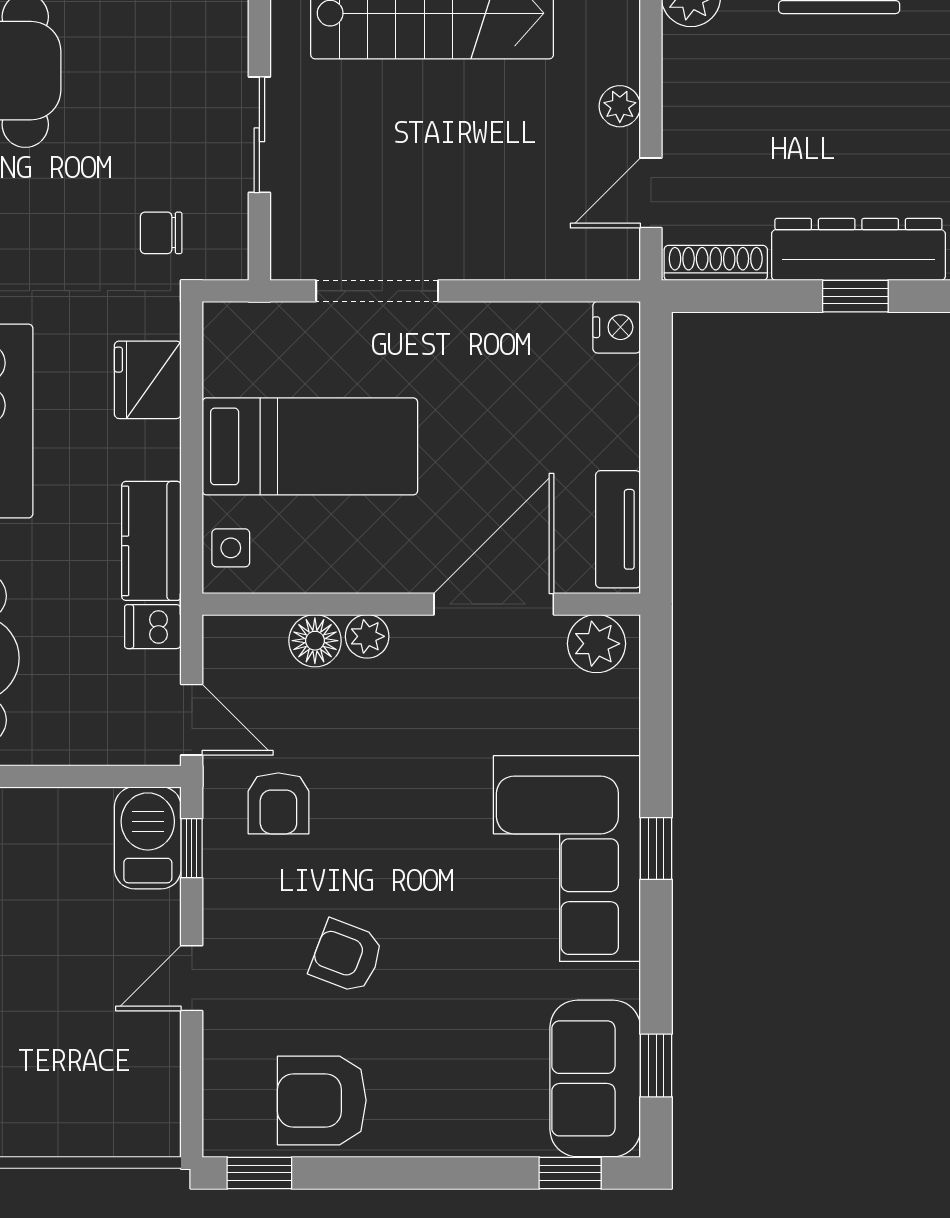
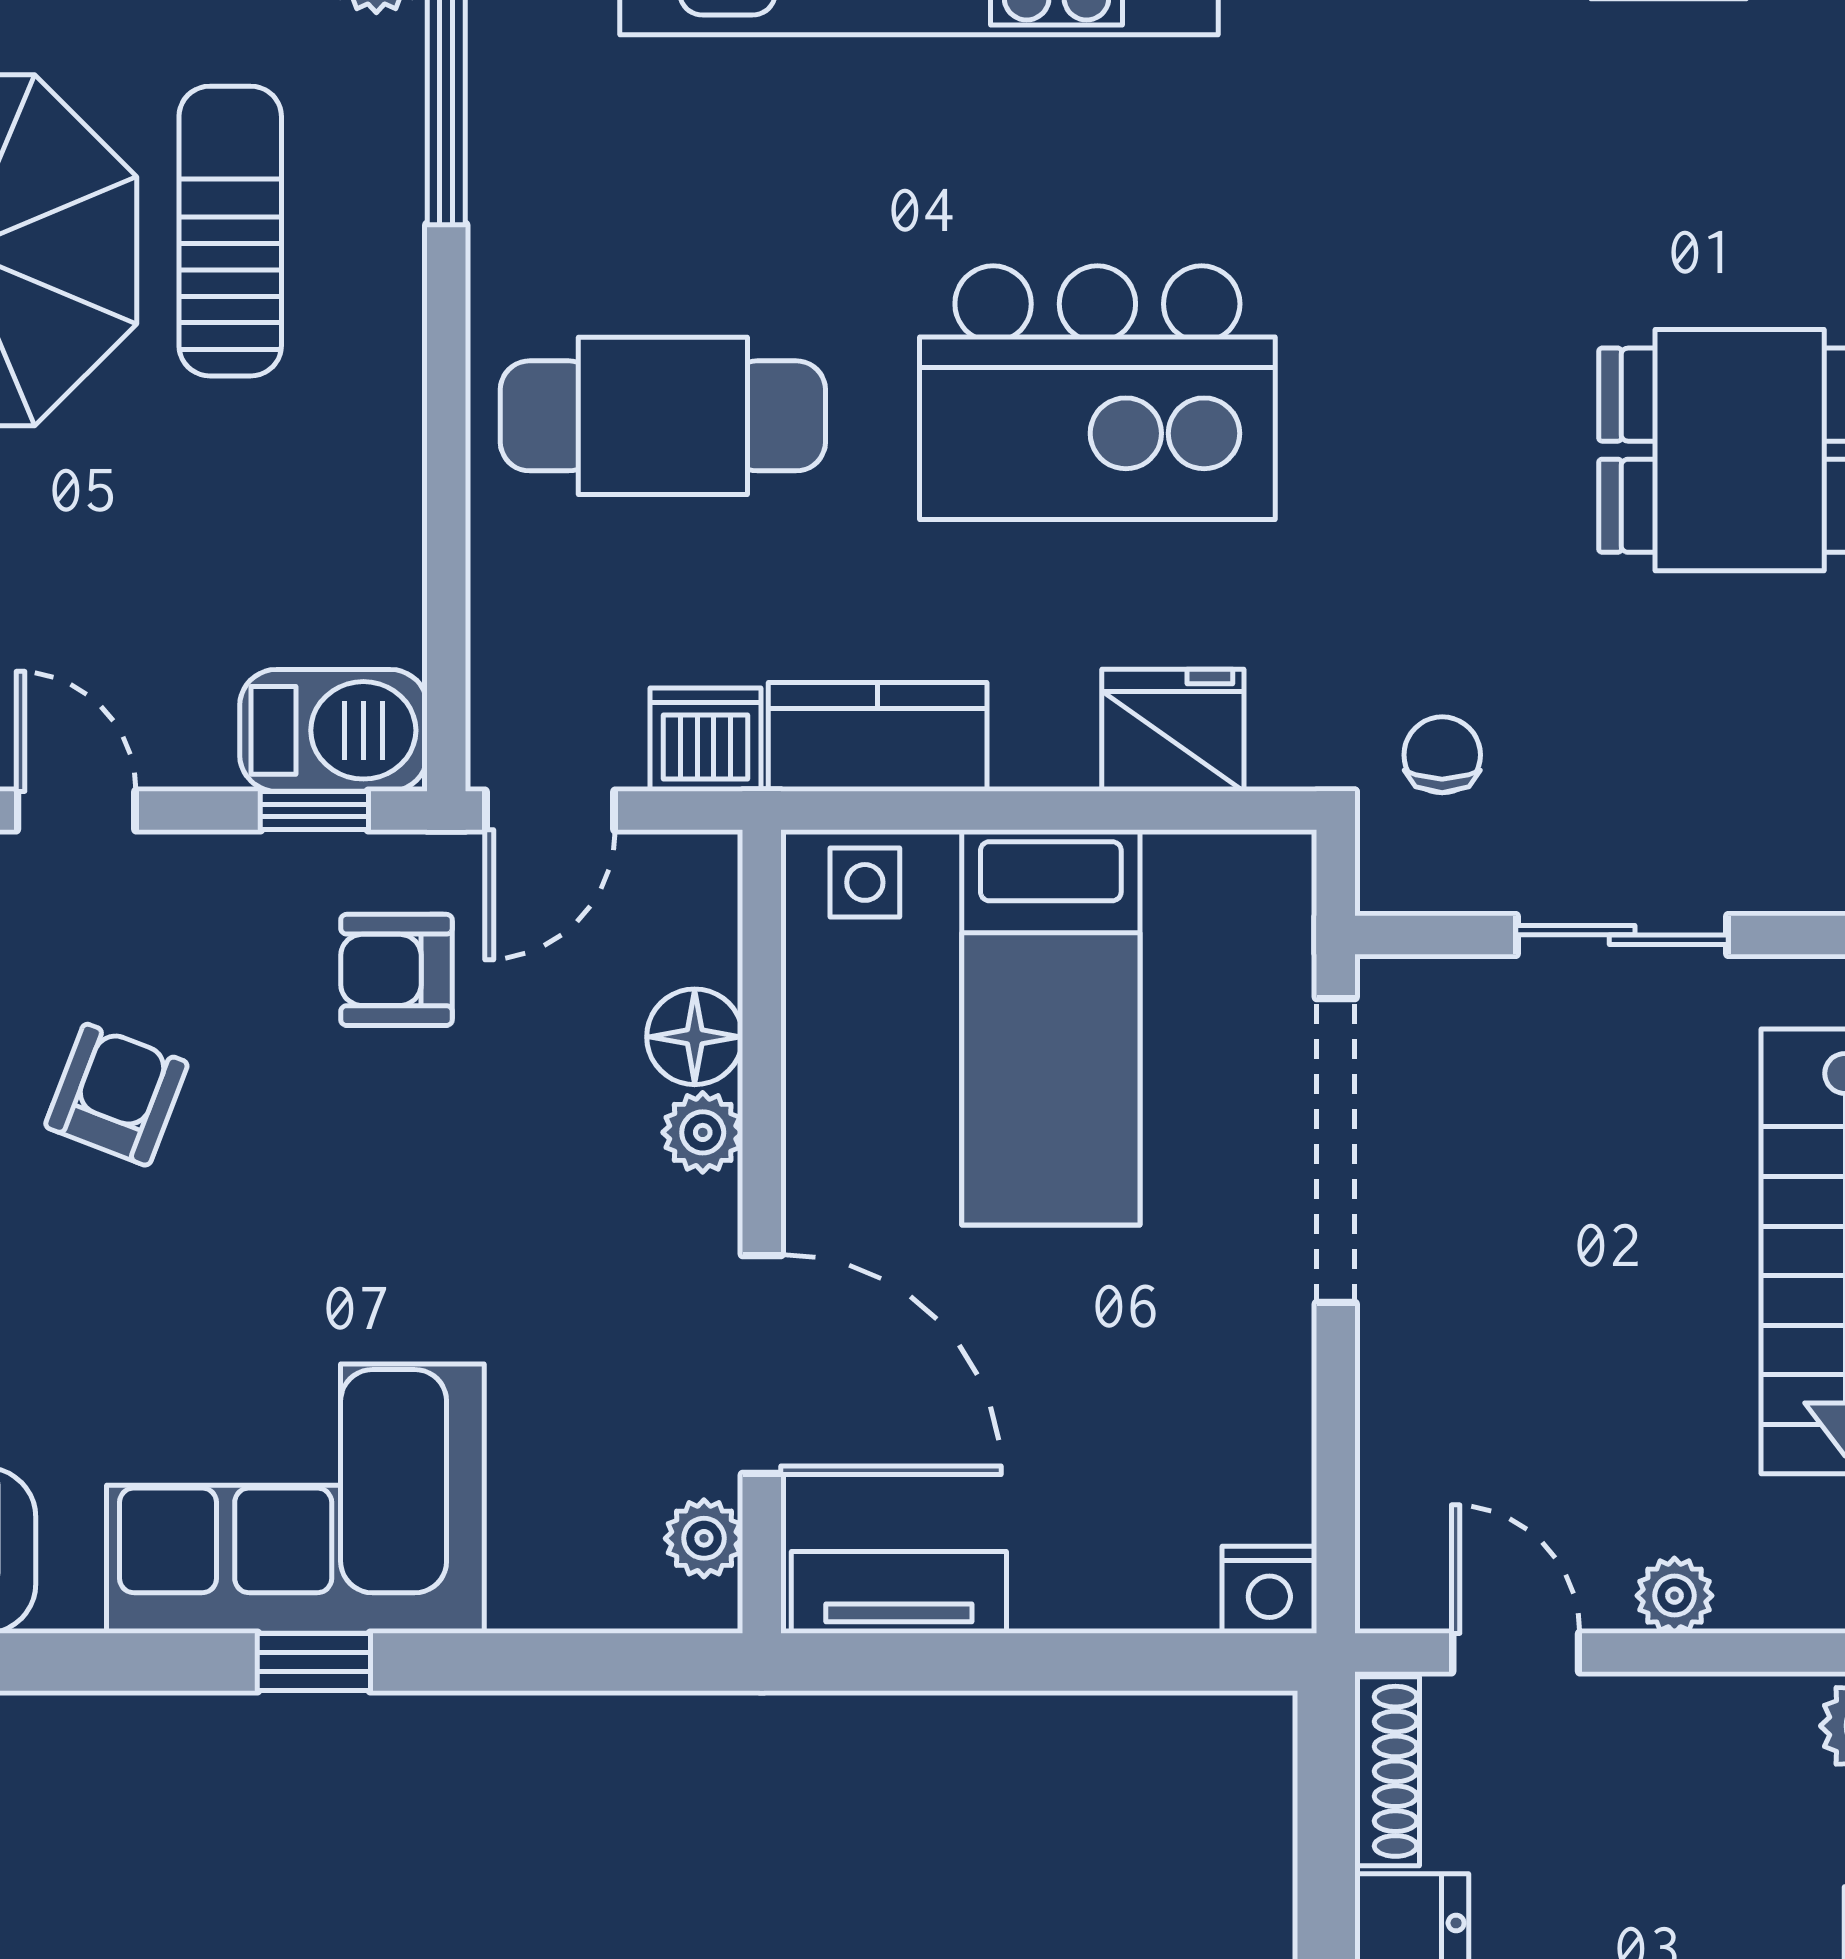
doorway: (377, 291) -> (1336, 1151), width x1.36
dishwasher: (153, 627) -> (705, 740), width x1.38
plant: (597, 644) -> (704, 1538), width x0.73, depth x0.73

